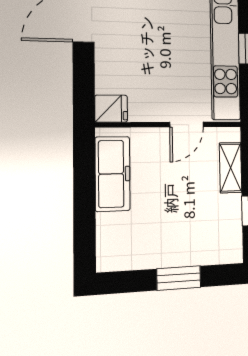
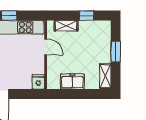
freezer: (113, 174) -> (72, 81), width x0.71
shelving: (125, 258) -> (105, 76), added

